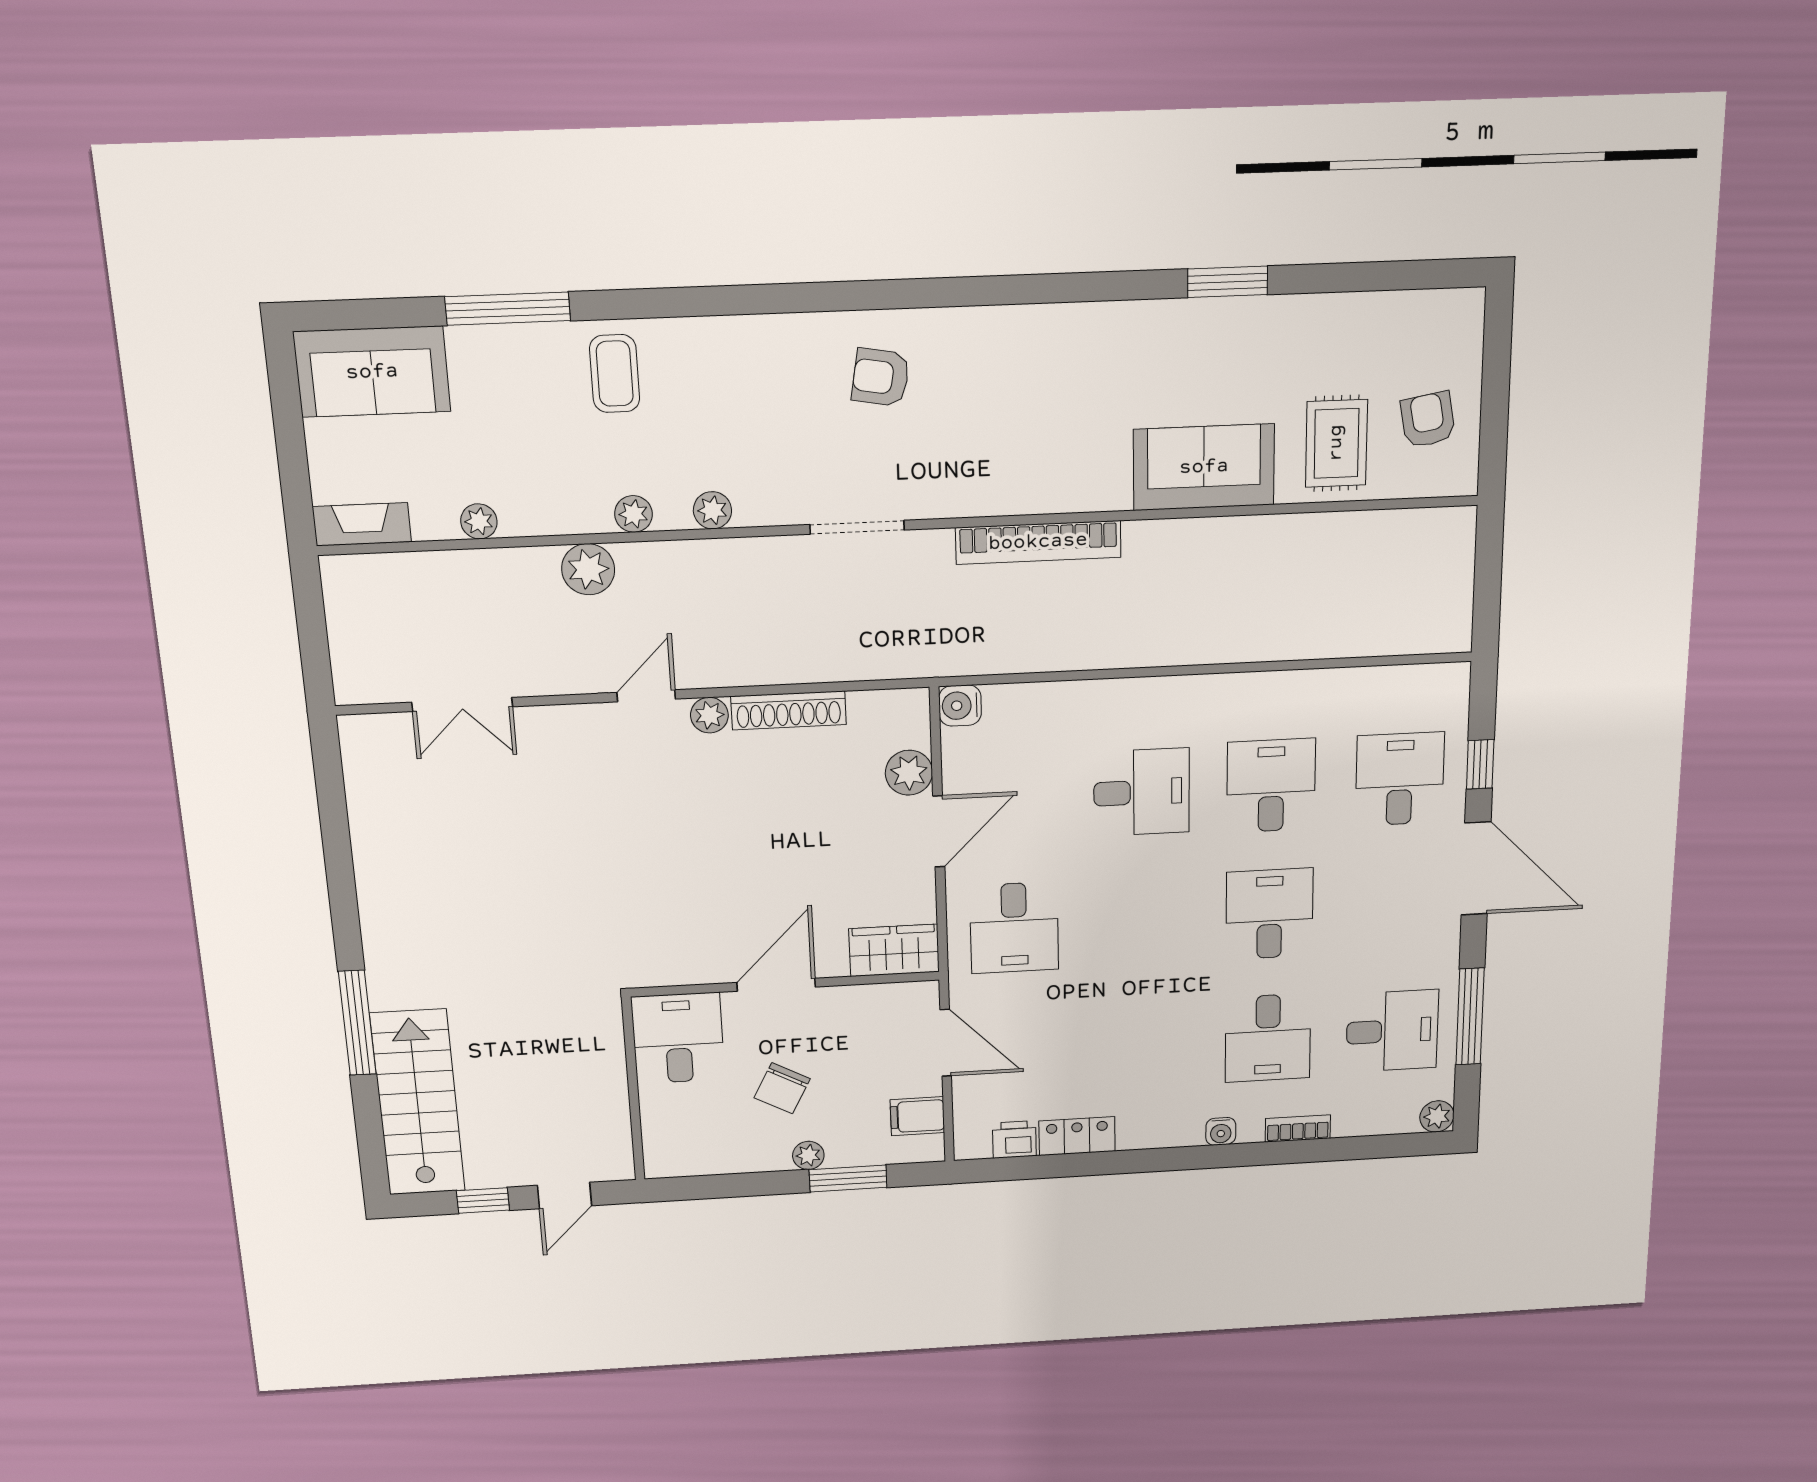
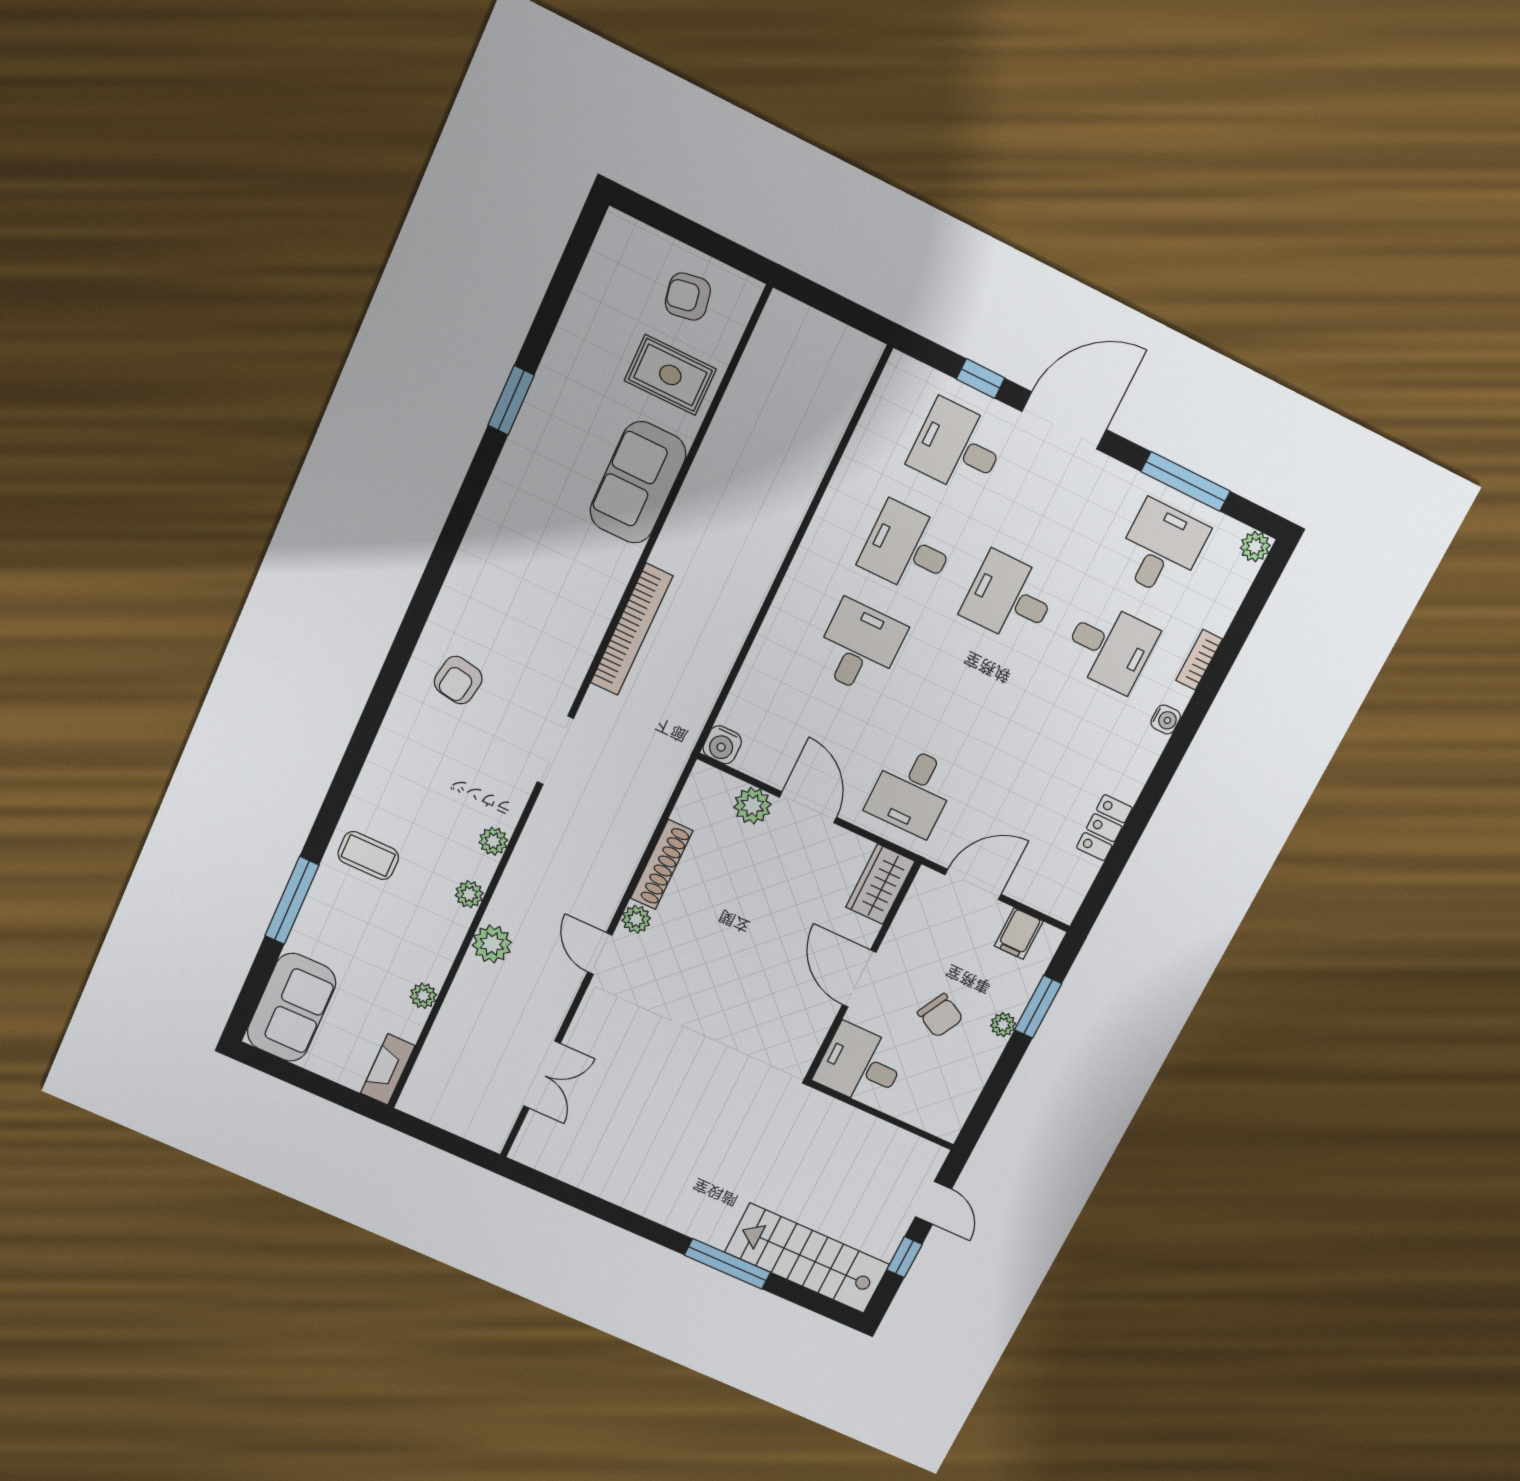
desk: (1014, 928) -> (912, 791), turned 90
printer: (1014, 1139) -> (1079, 874), removed

